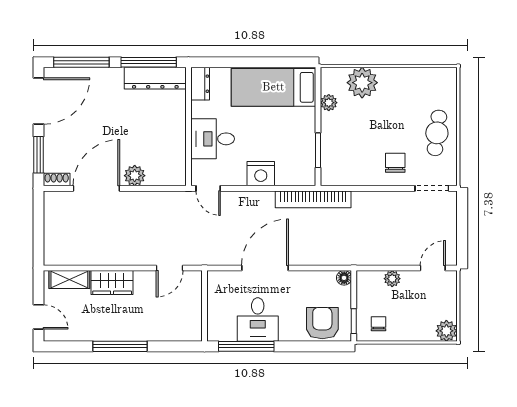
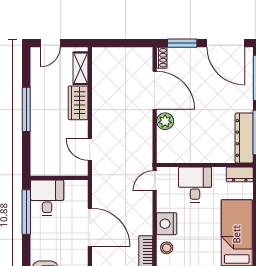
stool: (290, 174) -> (167, 248), added
desk: (258, 319) -> (47, 198), moved, turned 90

